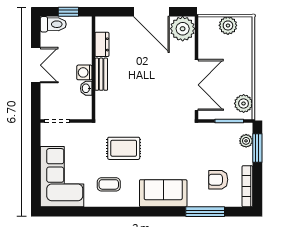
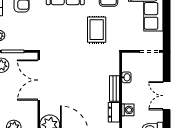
washing machine: (84, 72) -> (128, 110), moved
rug: (124, 148) -> (97, 30), turned 90

